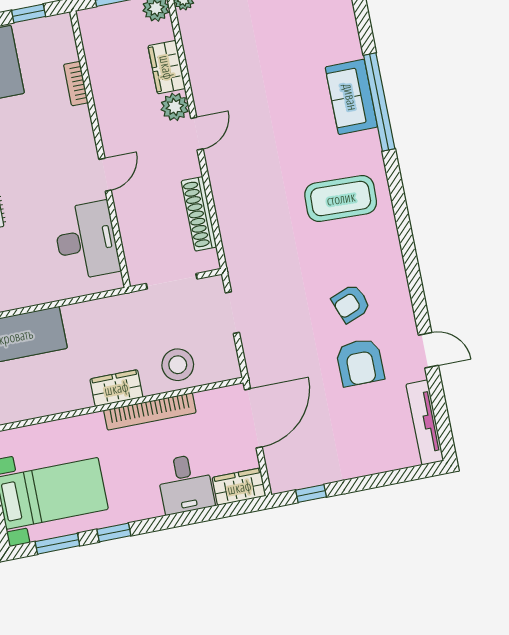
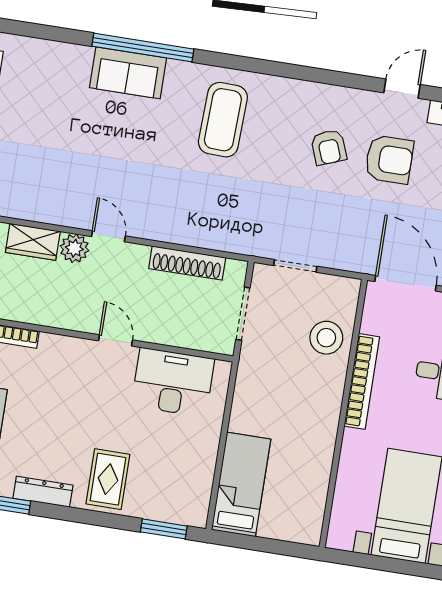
wardrobe: (116, 388) -> (327, 406), removed

